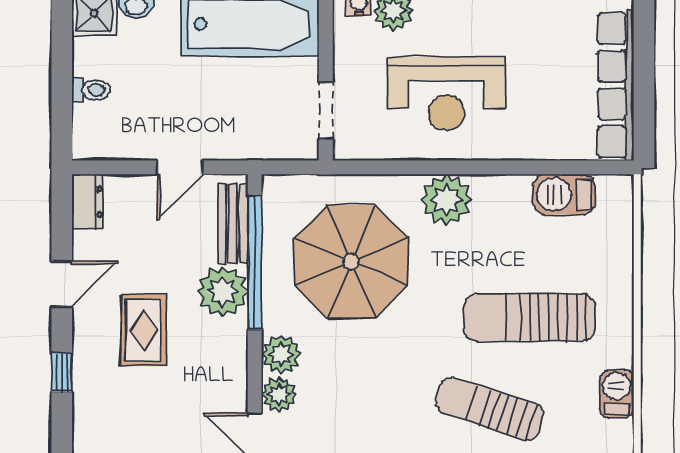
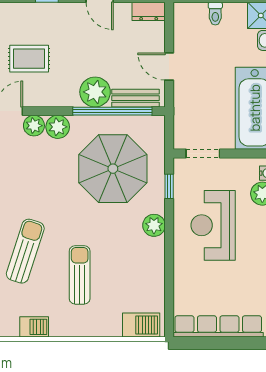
window: (381, 167) -> (169, 186), added
barbecue: (564, 194) -> (141, 325), moved, turned 90
plant: (446, 200) -> (154, 225), width x0.73, depth x0.73
sun lounger: (530, 318) -> (80, 275), width x0.73, depth x0.75
rug: (143, 330) -> (29, 59), moved

